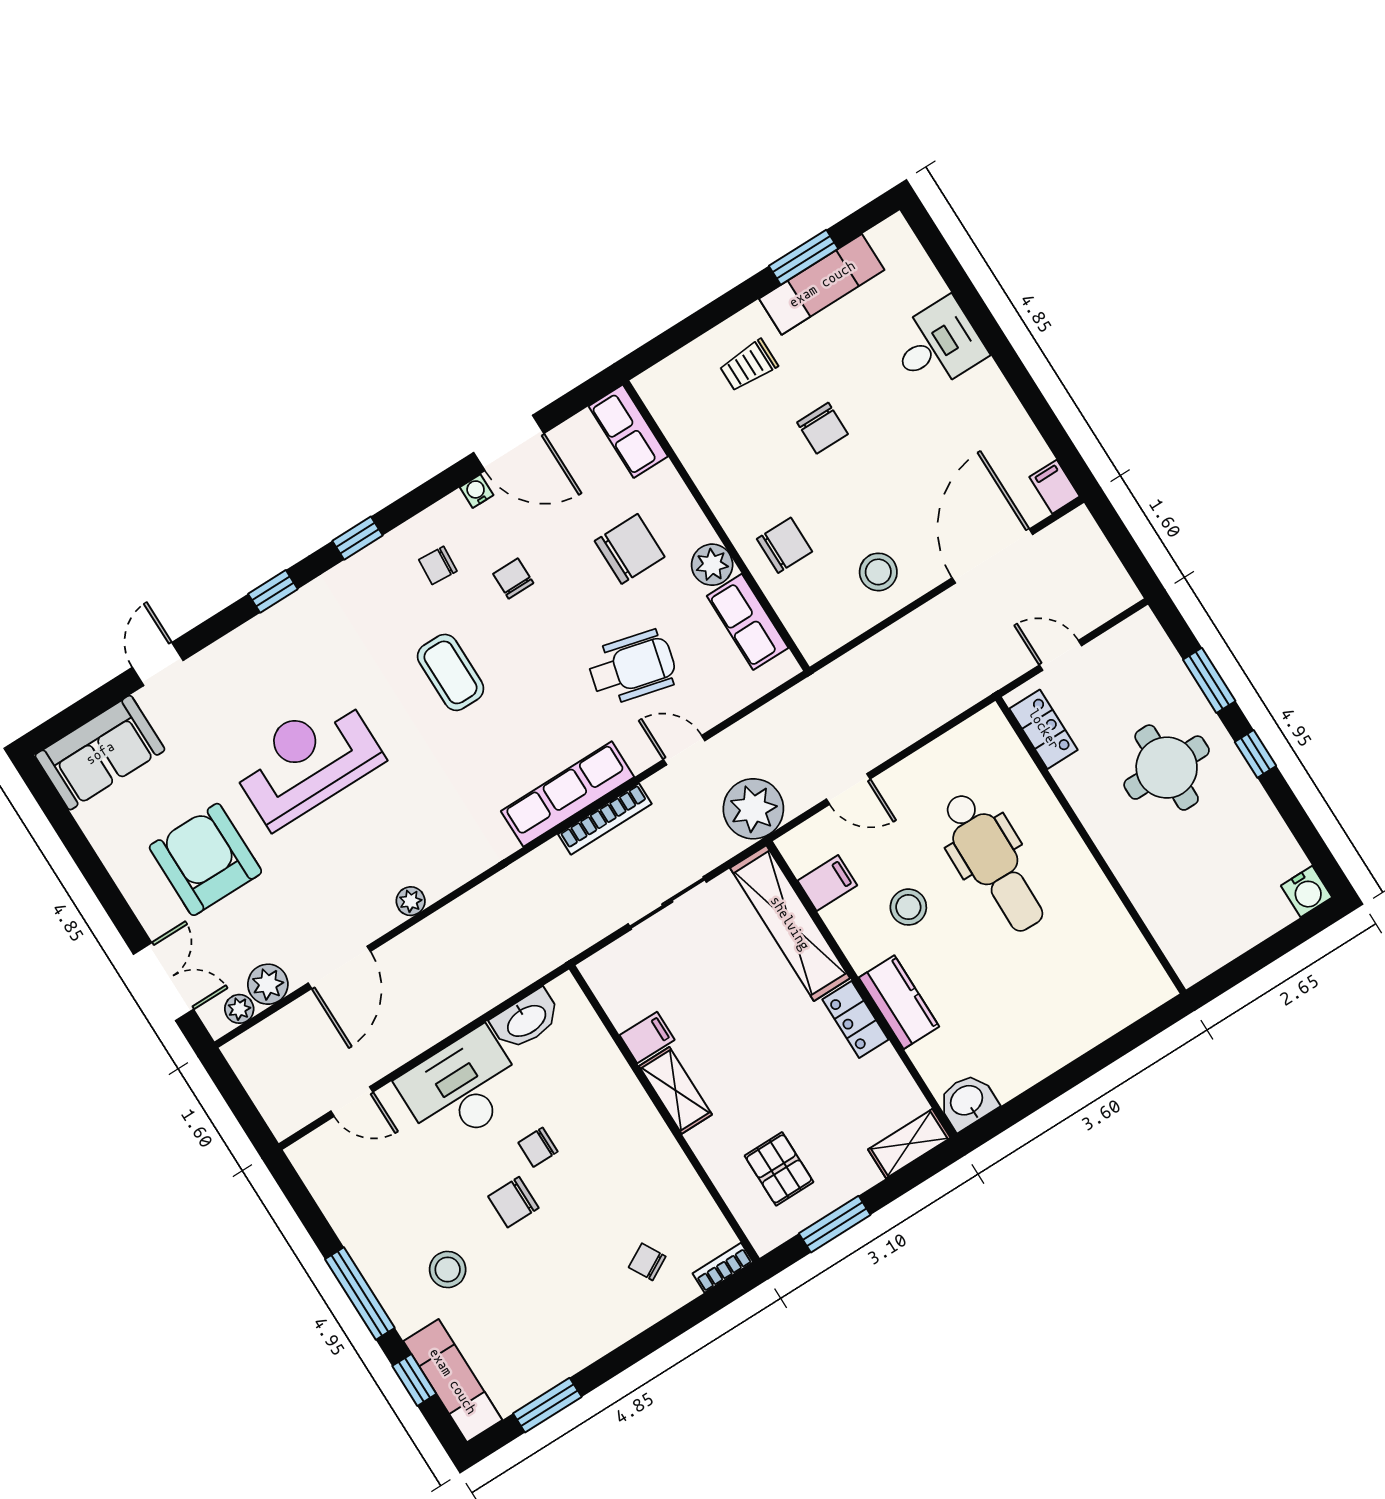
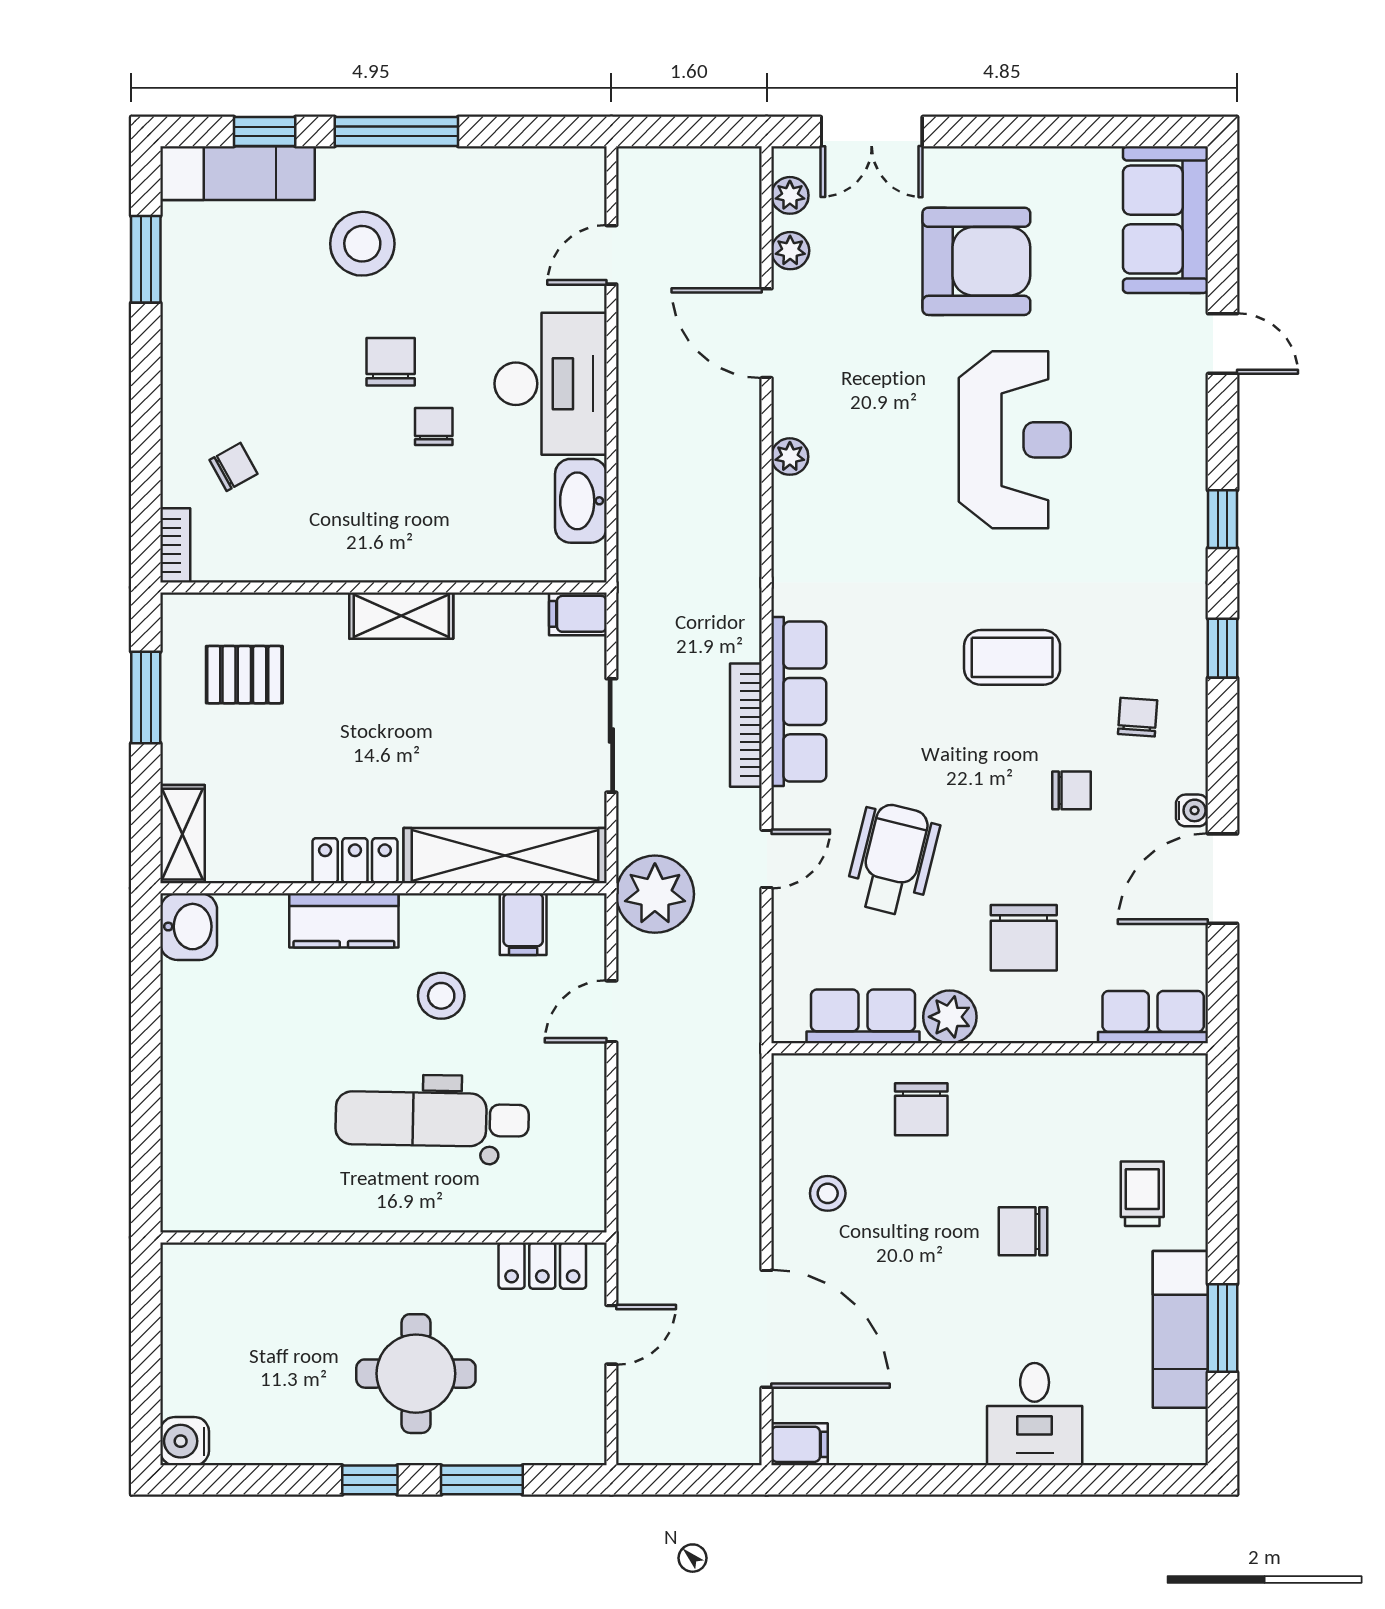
stool: (878, 572) -> (828, 1193), width x0.73, depth x0.73
wheelchair: (632, 667) -> (893, 859), turned 180
plant: (268, 984) -> (790, 251), width x0.73, depth x0.73
filing cabinet: (647, 1037) -> (578, 614), moved, turned 90
stool: (448, 1270) -> (362, 244), width x1.38, depth x1.38

